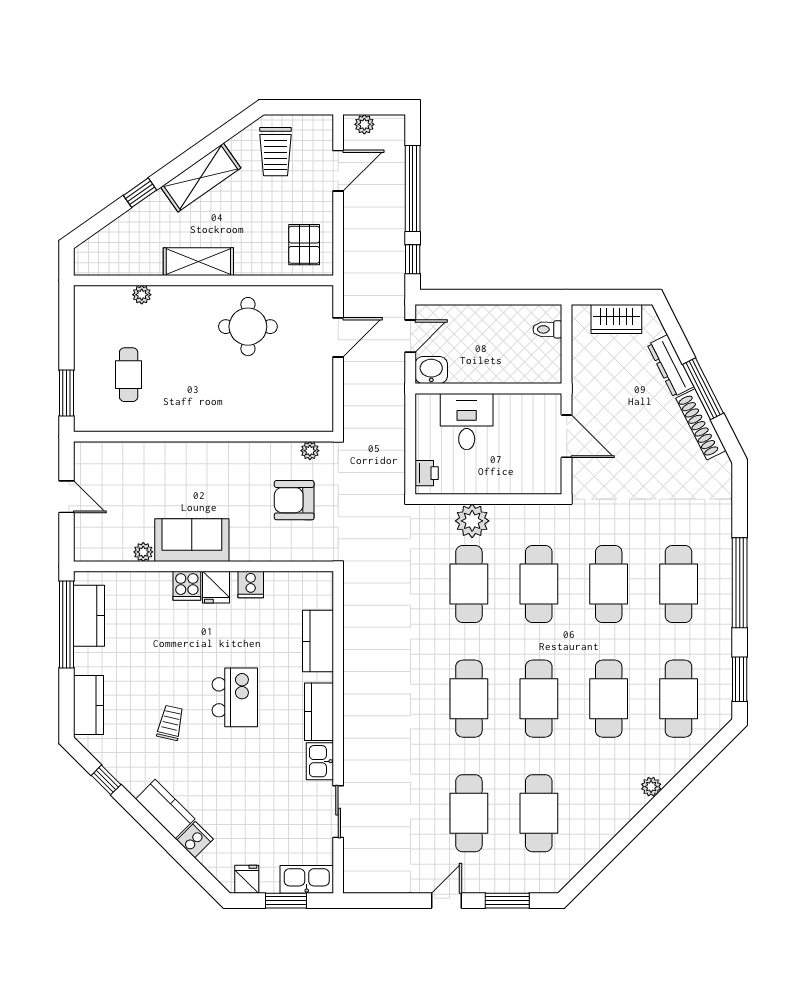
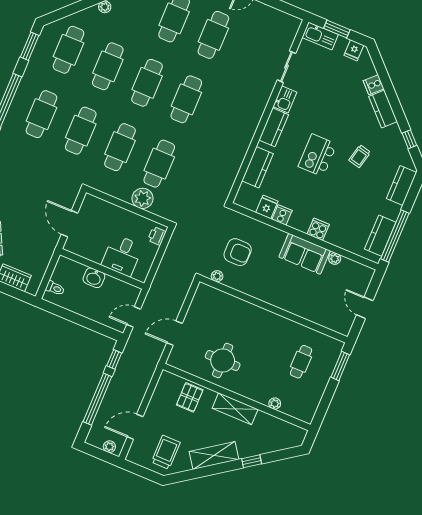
pallet: (304, 245) -> (190, 397), moved
washbasin: (431, 370) -> (94, 278), moved
fridge: (216, 587) -> (267, 207), moved

